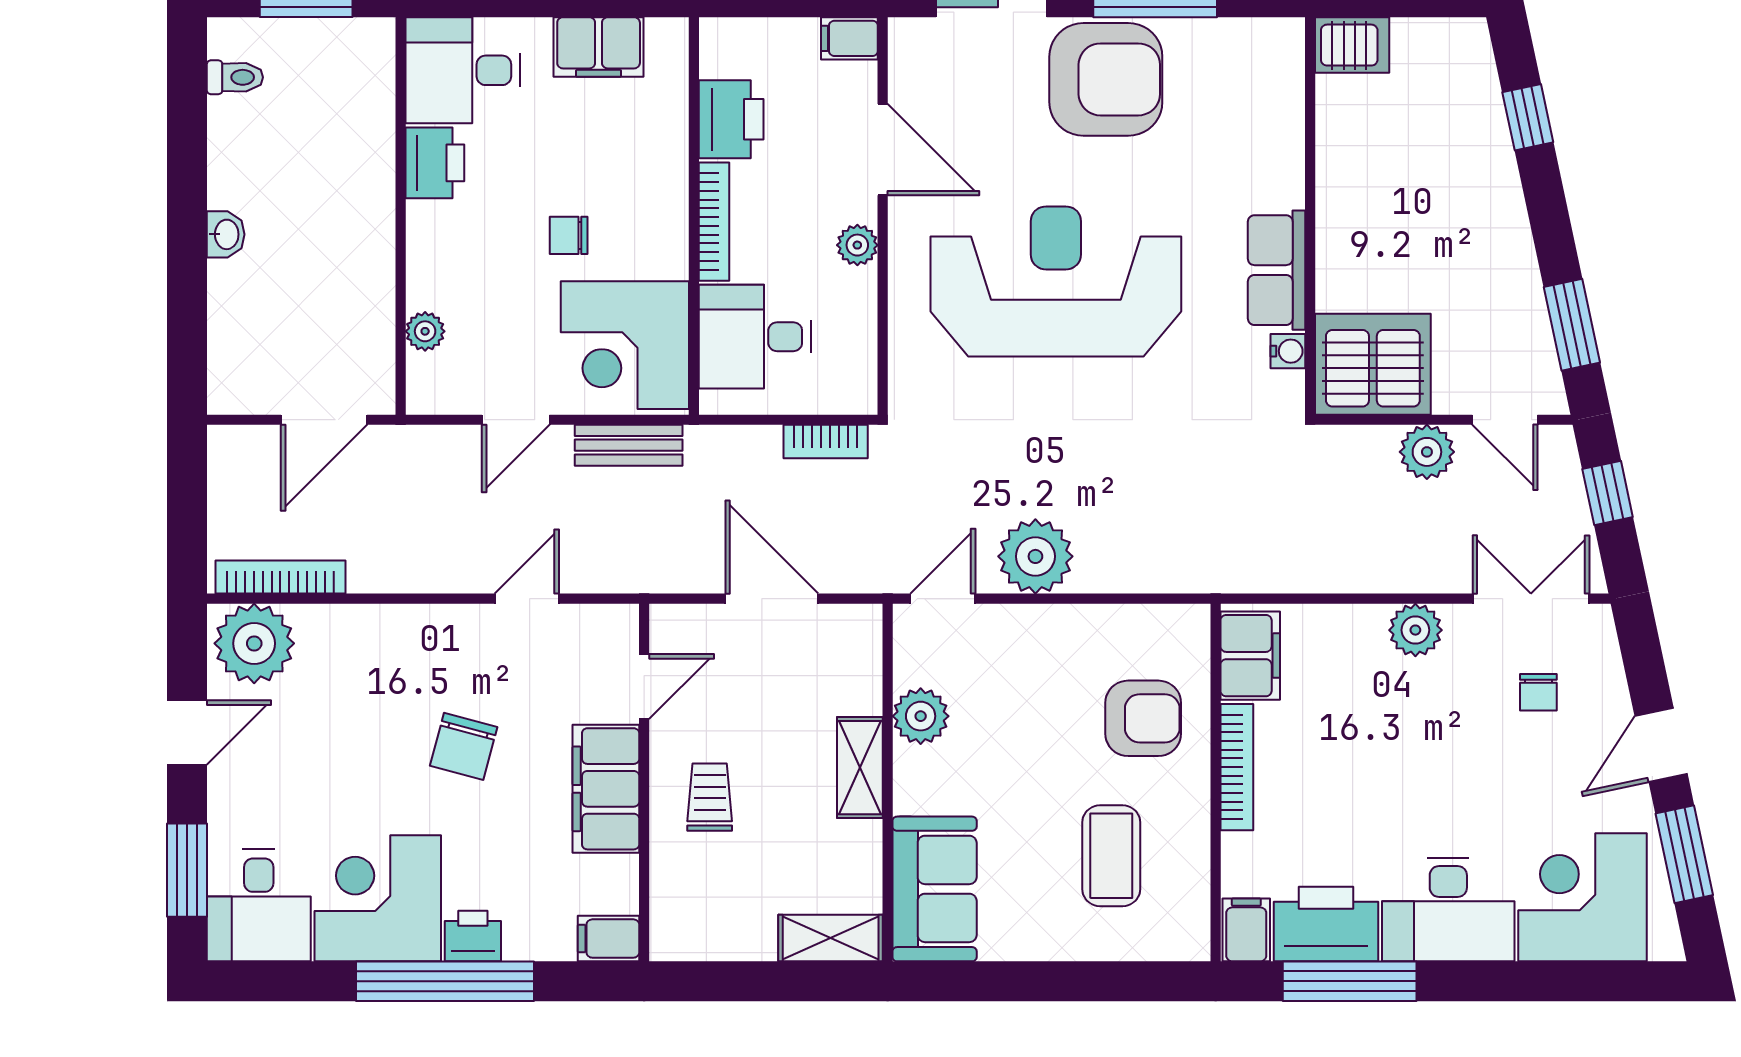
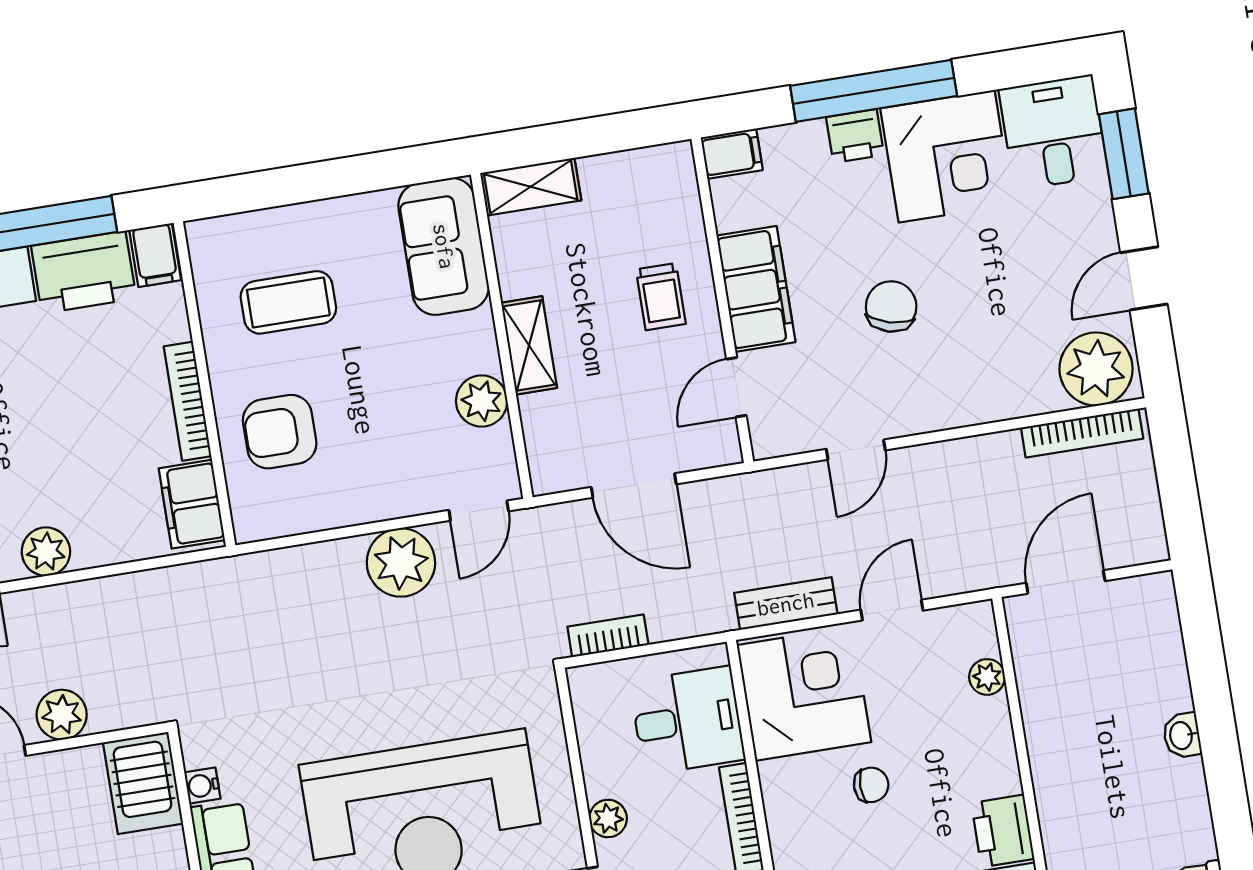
server rack: (1373, 364) -> (143, 783), width x0.63
coffee table: (1111, 856) -> (288, 302), turned 90

